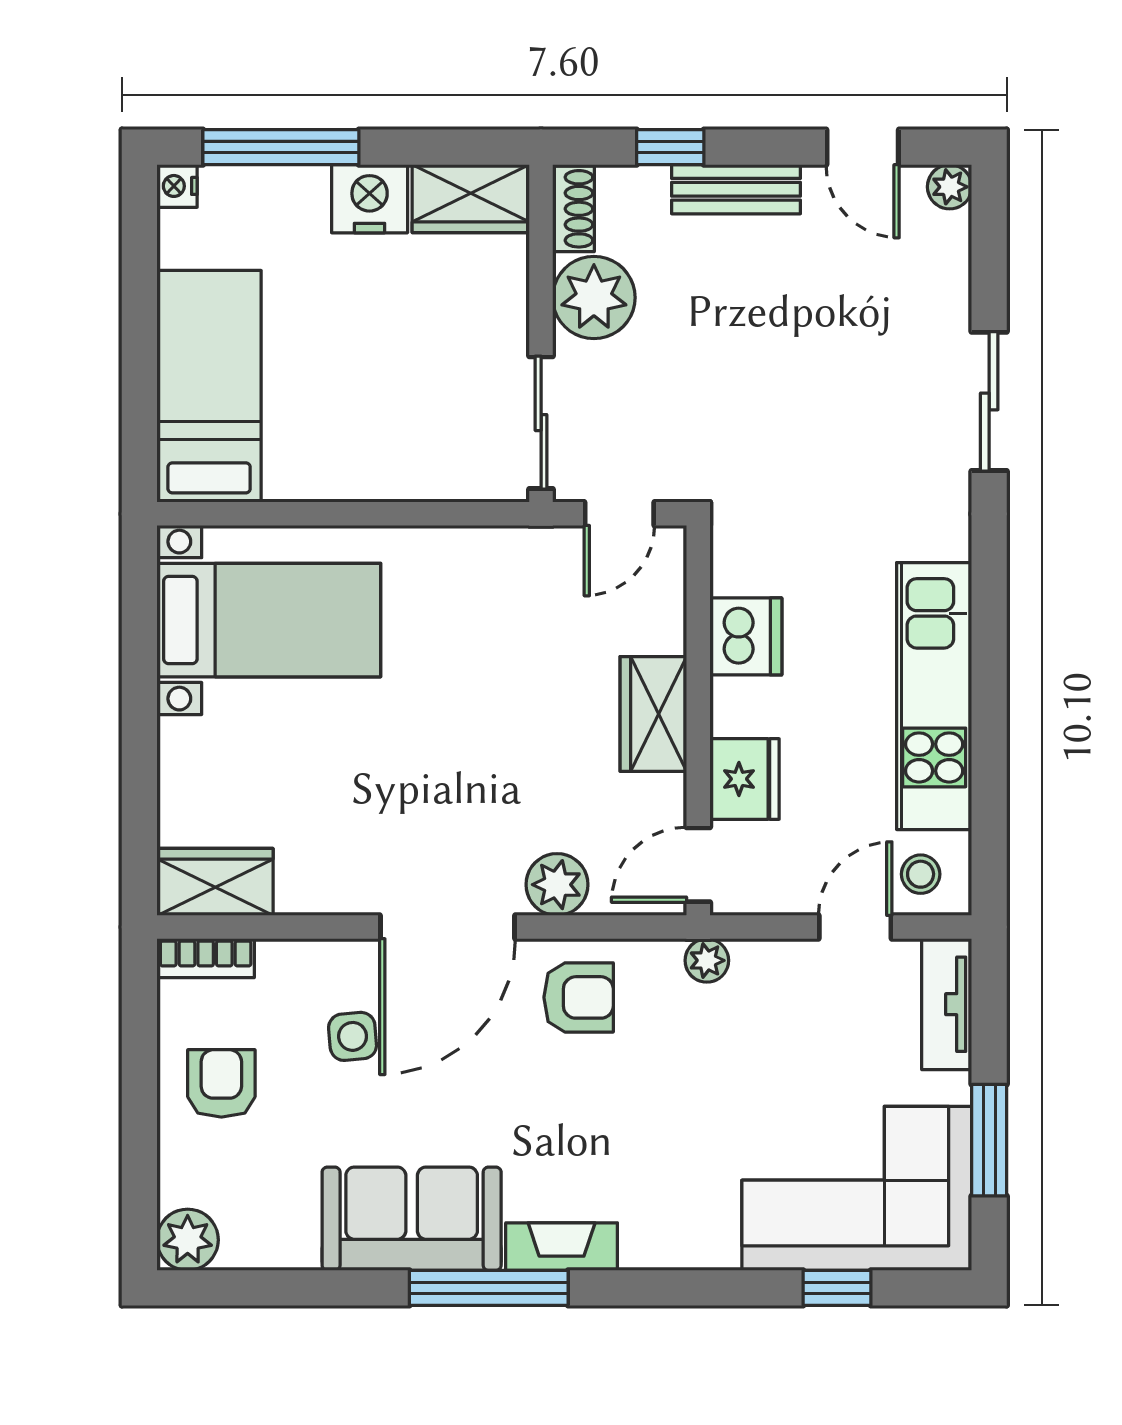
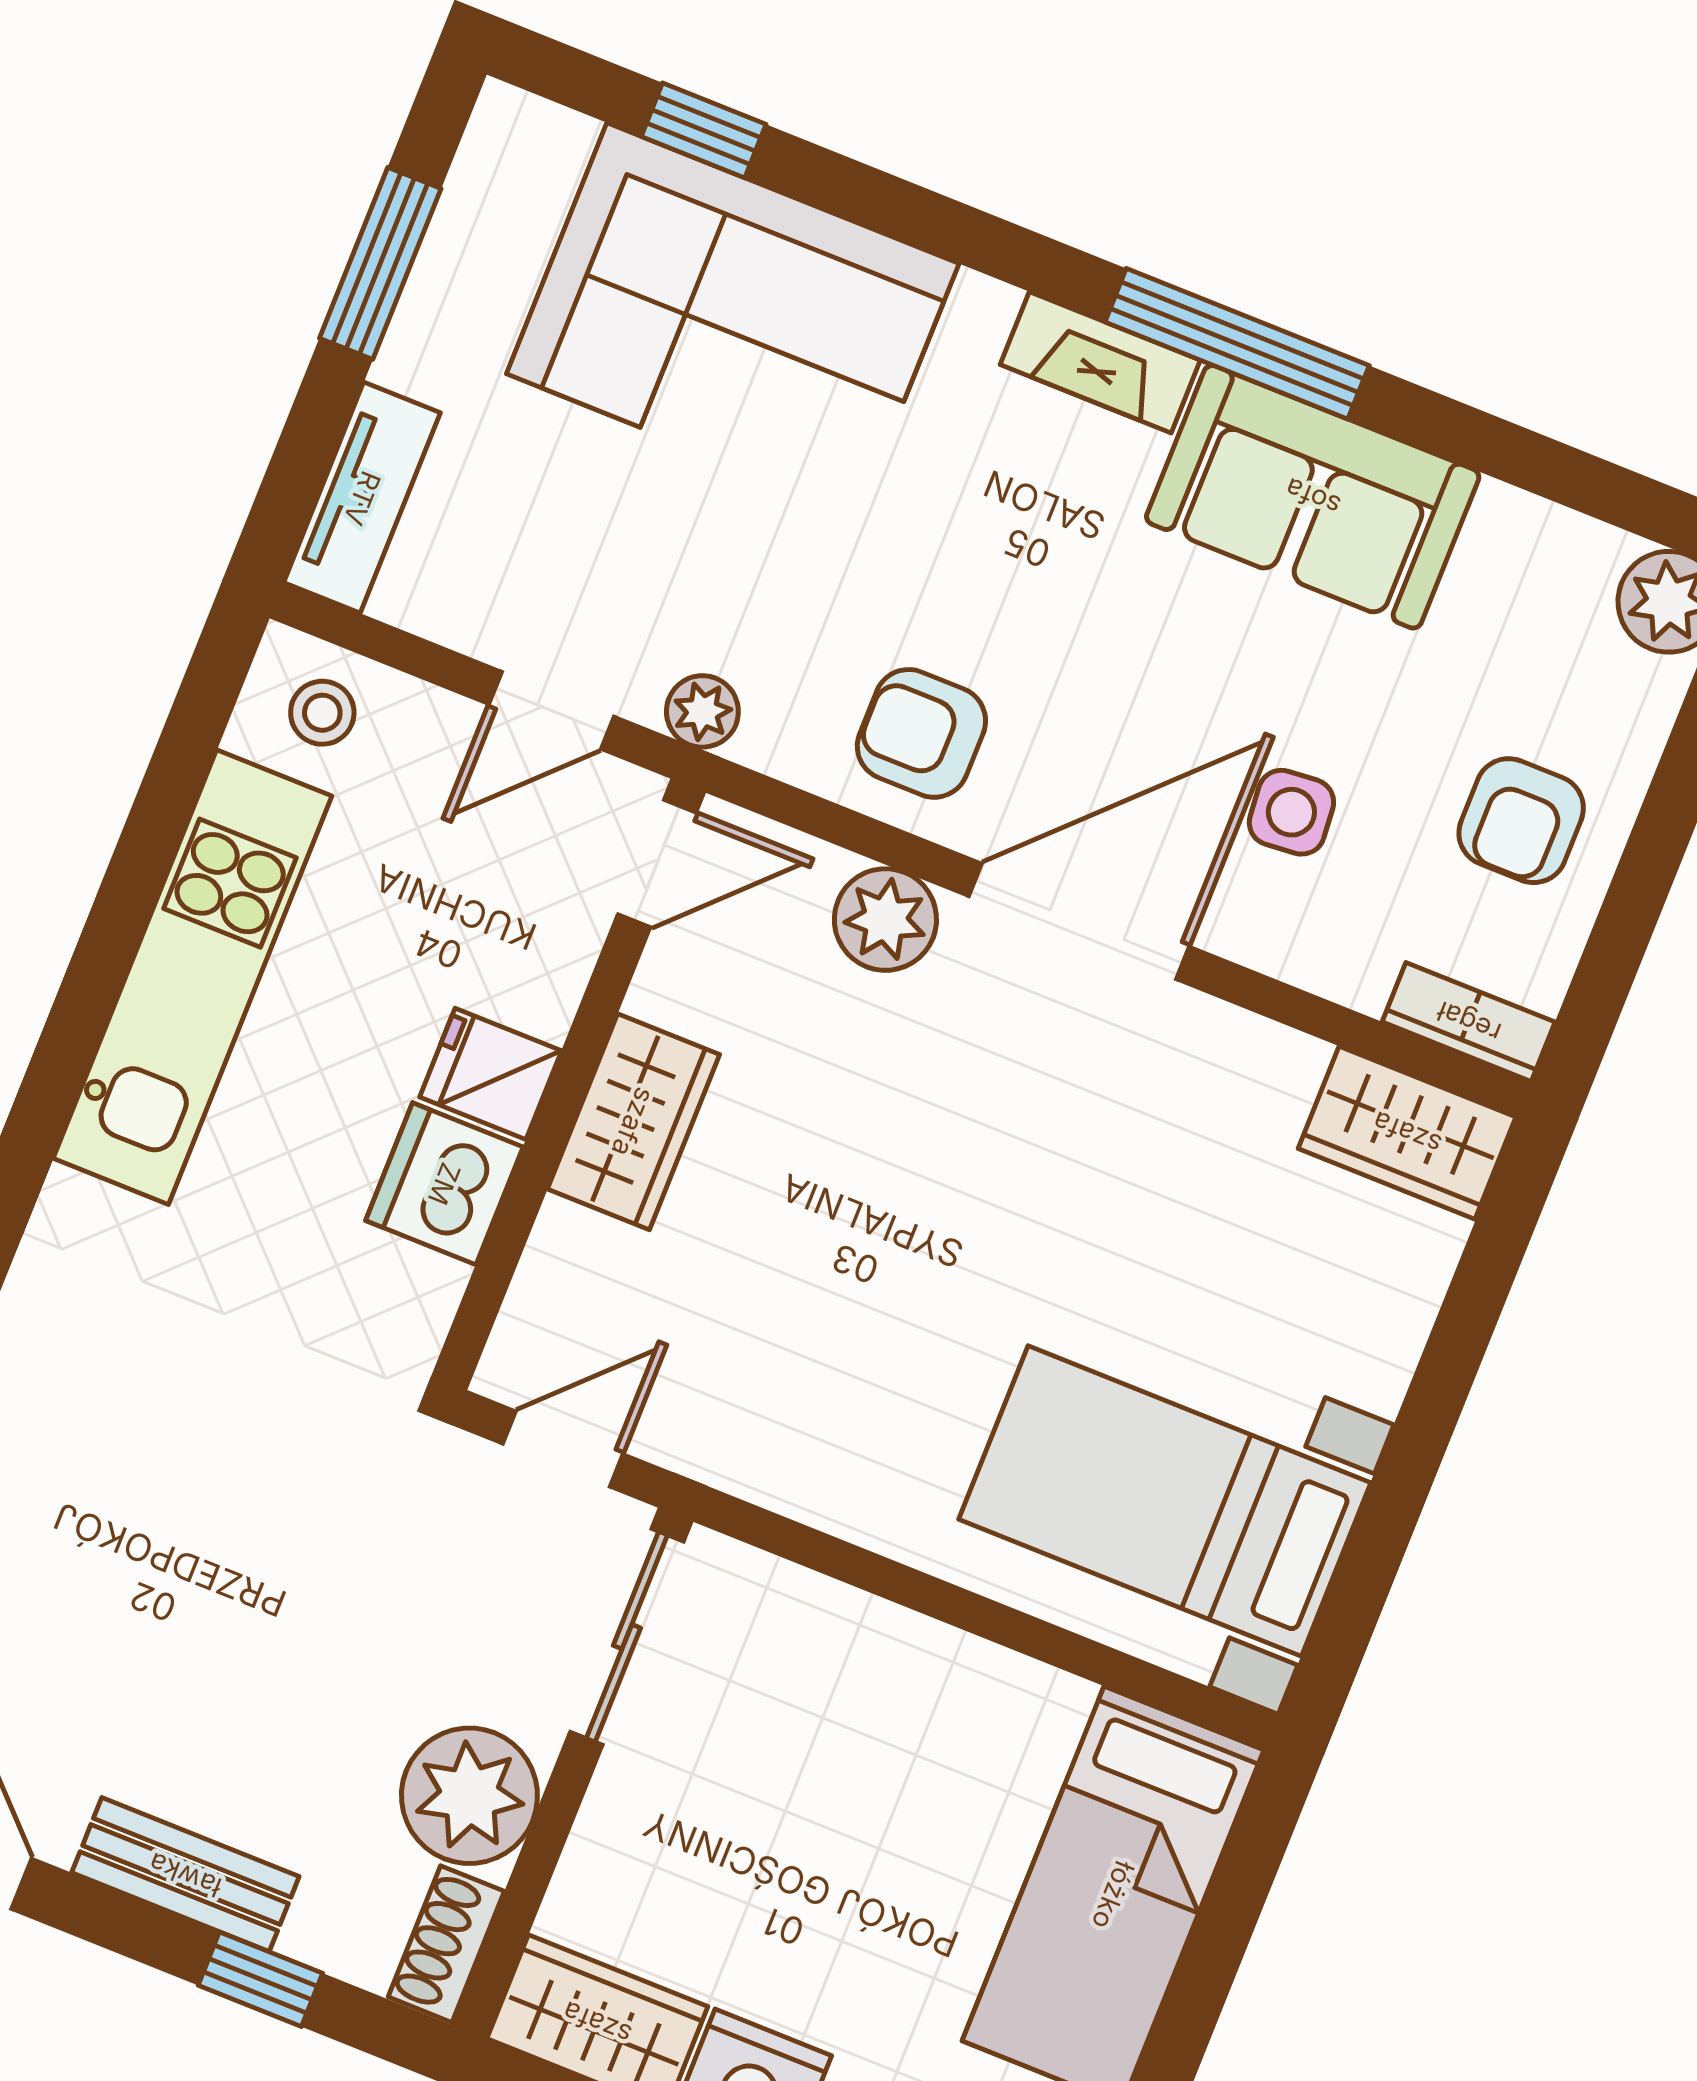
fridge: (745, 779) -> (491, 1074), moved, width x0.72
door: (855, 927) -> (551, 710), moved
corner sofa: (857, 1188) -> (733, 319), moved

